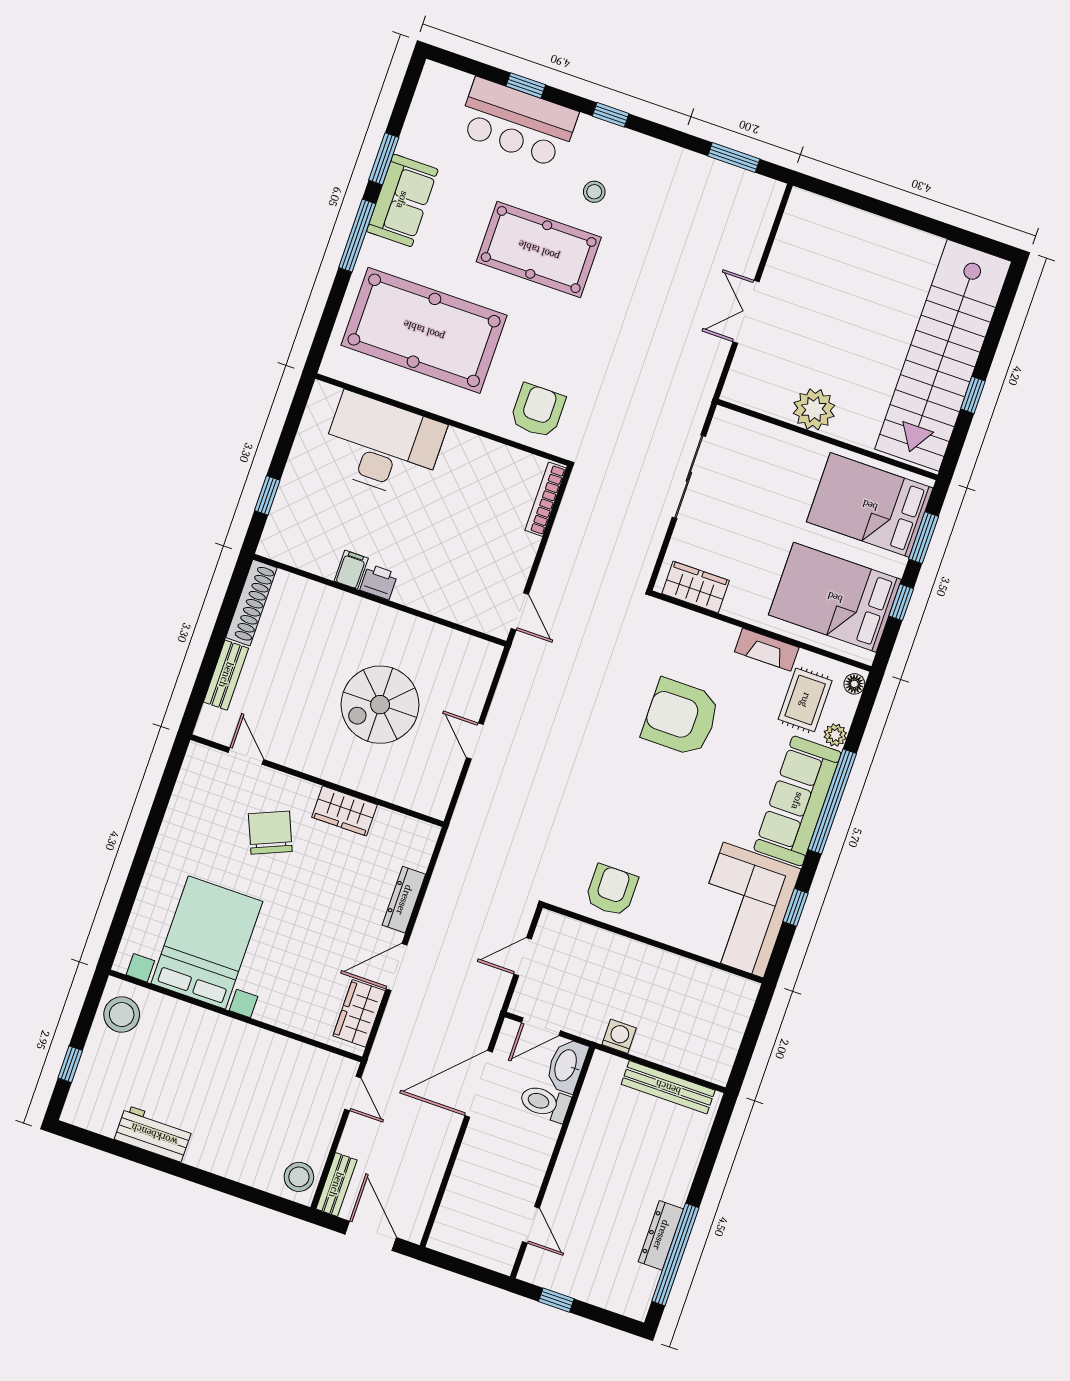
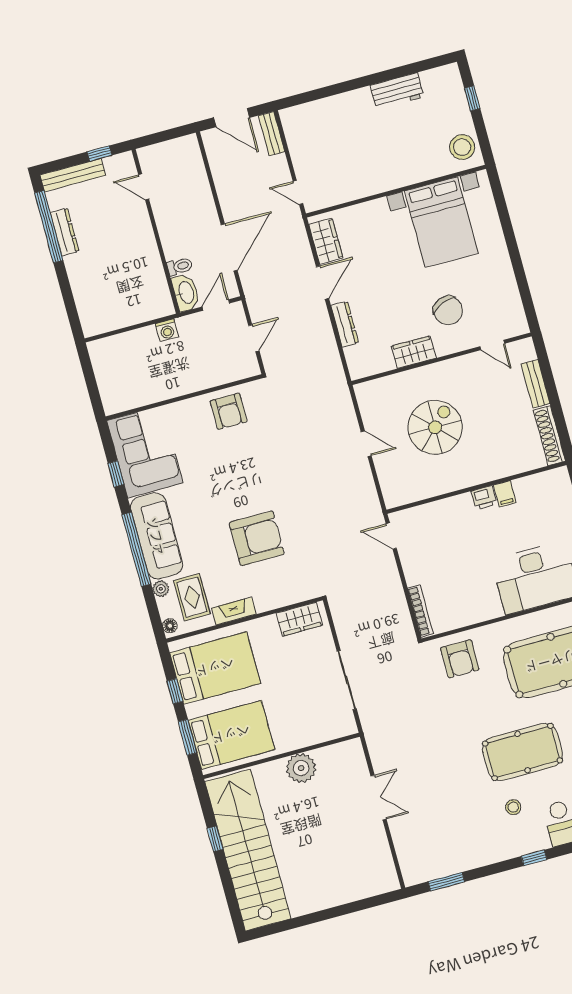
bench: (668, 1087) -> (73, 175), moved
toilet: (545, 1103) -> (180, 266), width x0.73, depth x0.72
stool: (299, 1177) -> (296, 123), removed

